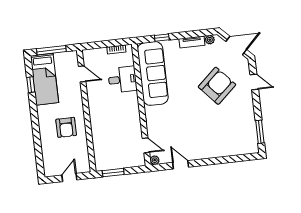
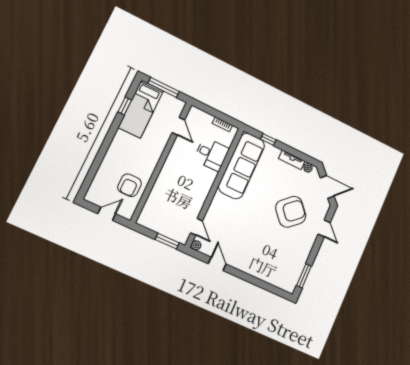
armchair: (66, 127) -> (130, 185), moved
window: (113, 173) -> (167, 241), moved

